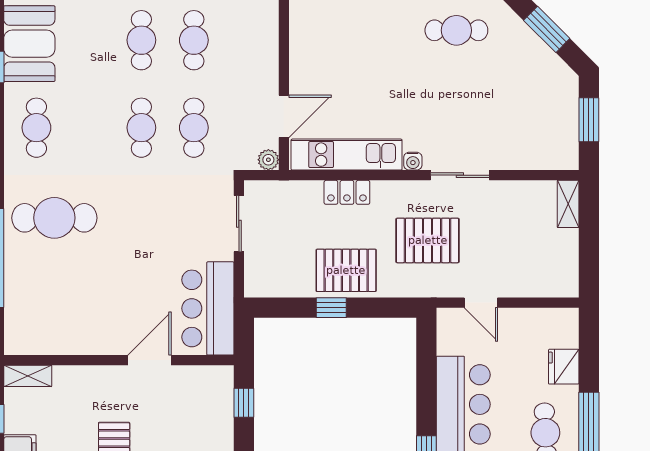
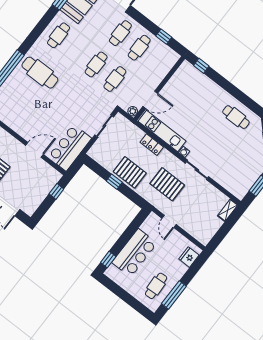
fridge: (564, 367) -> (189, 257), moved

